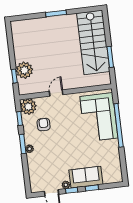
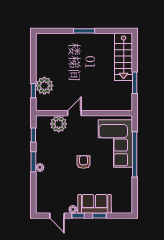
stairs: (93, 42) -> (124, 57), width x0.73, depth x0.66
plant: (28, 107) -> (59, 124), moved
armchair: (44, 125) -> (84, 162), moved

